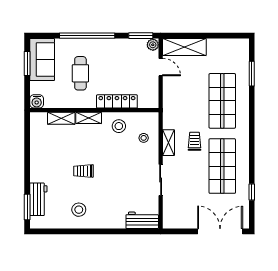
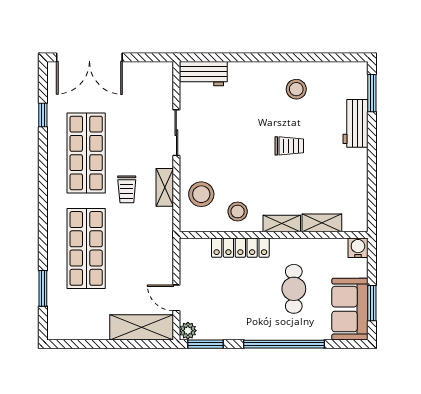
stool: (144, 138) -> (201, 194), width x1.89, depth x1.89
workbench: (38, 199) -> (355, 123), moved

